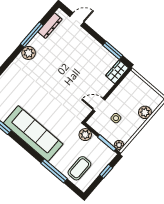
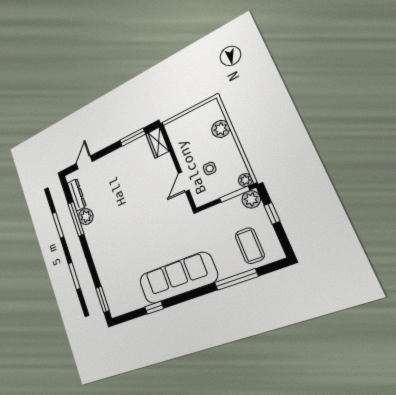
plant: (29, 53) -> (86, 217), moved
plant: (85, 135) -> (251, 199), moved

